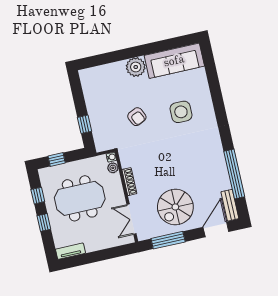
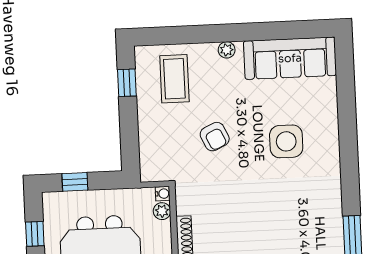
plant: (136, 67) -> (227, 50), width x0.53, depth x0.53
coffee table: (106, 86) -> (174, 79), added
window: (85, 124) -> (127, 83), moved

